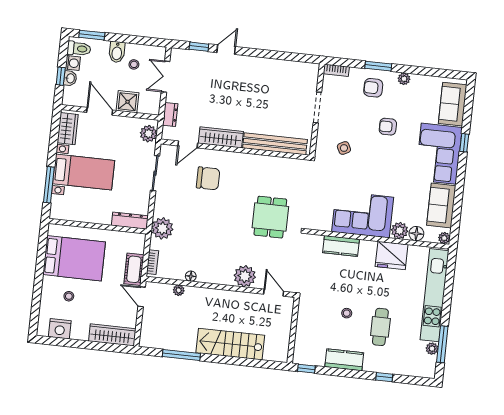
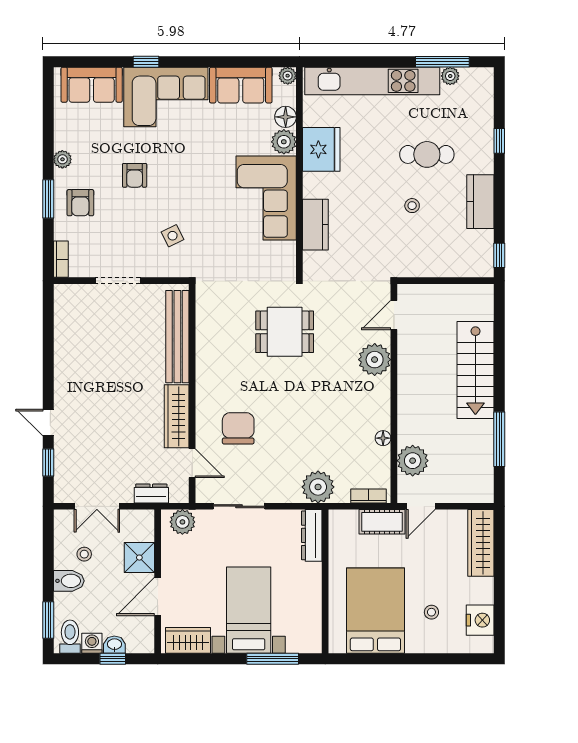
plant: (179, 290) -> (413, 461), width x1.87, depth x1.87

